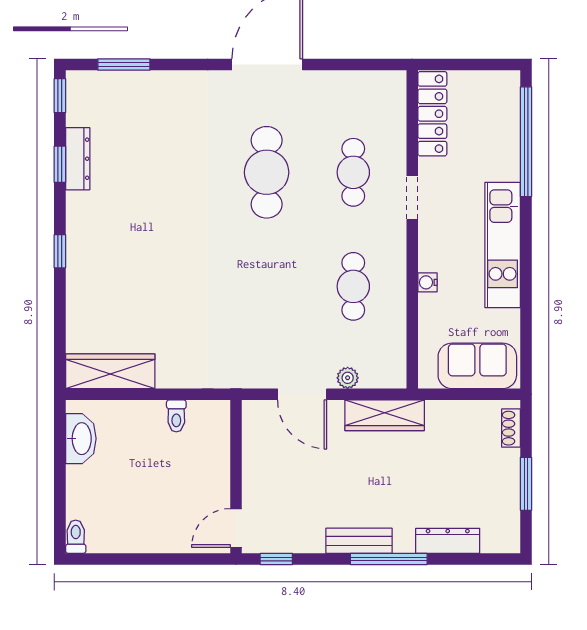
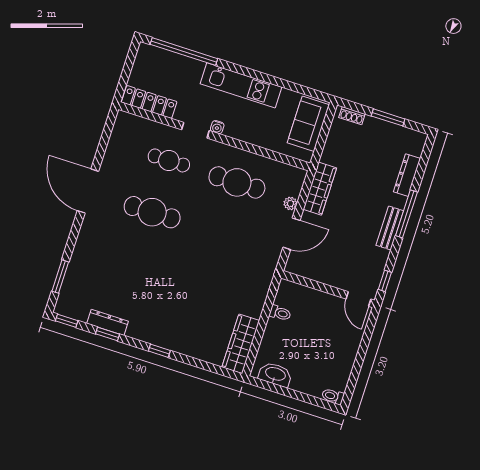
water cooler: (428, 282) -> (217, 127), moved
cafe table: (353, 286) -> (237, 182), width x1.37, depth x1.35

